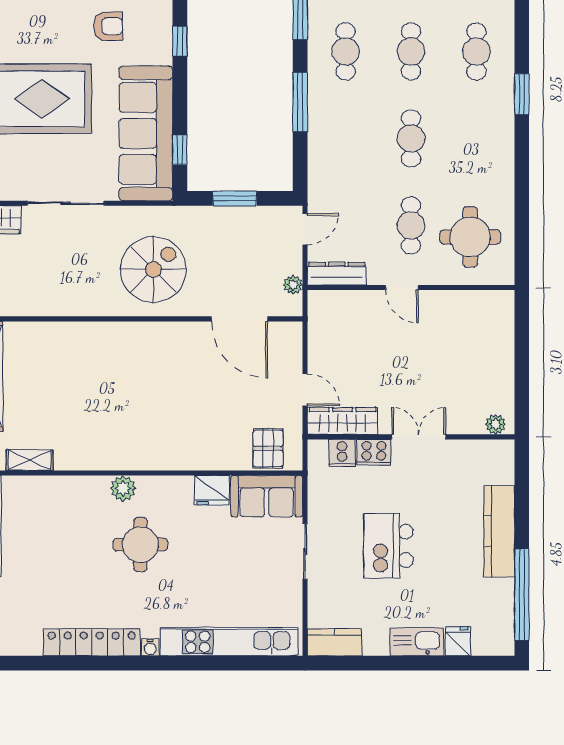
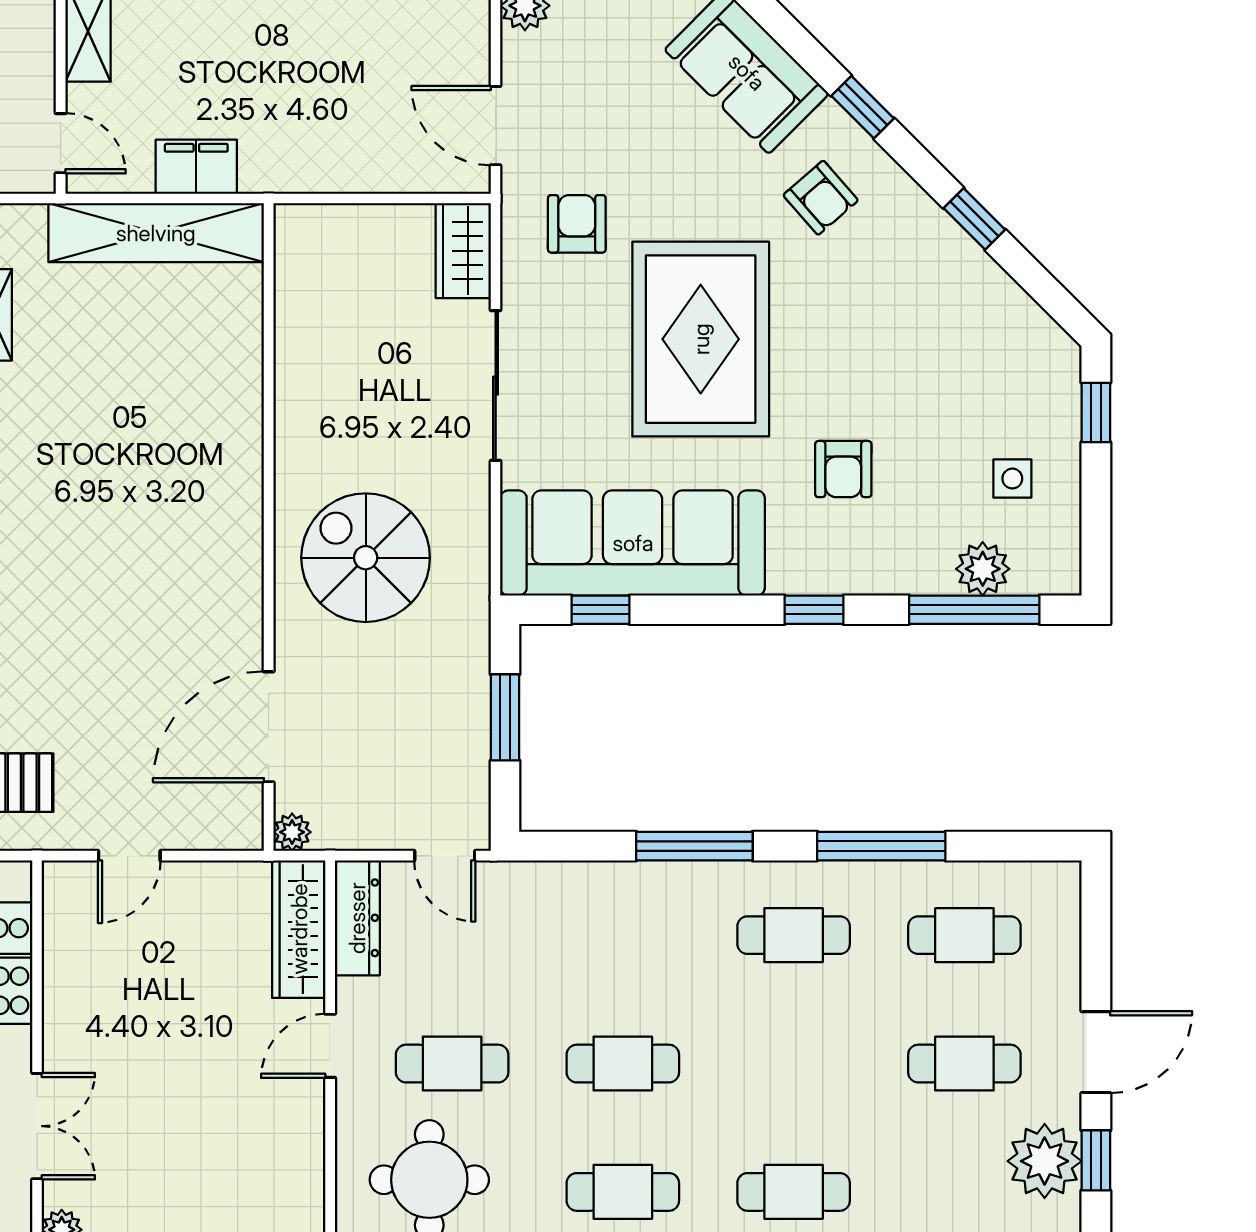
cafe table: (411, 51) -> (623, 1192), moved
spiral stairs: (153, 269) -> (366, 558), turned 180
plant: (293, 285) -> (292, 832), moved
wardrobe: (343, 421) -> (299, 929), moved, turned 180
double door: (419, 437) -> (37, 1126), moved

